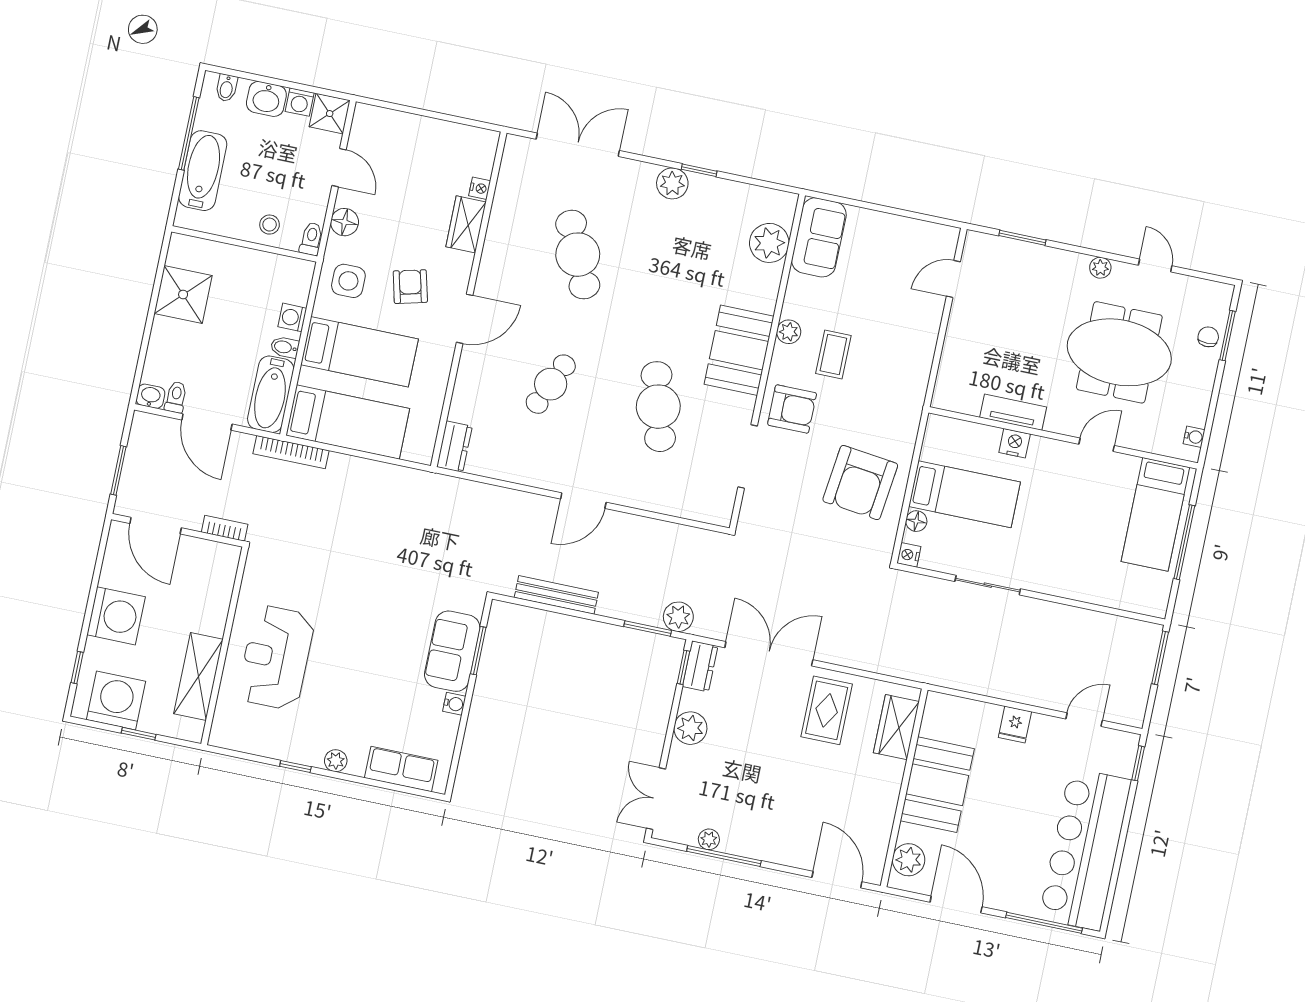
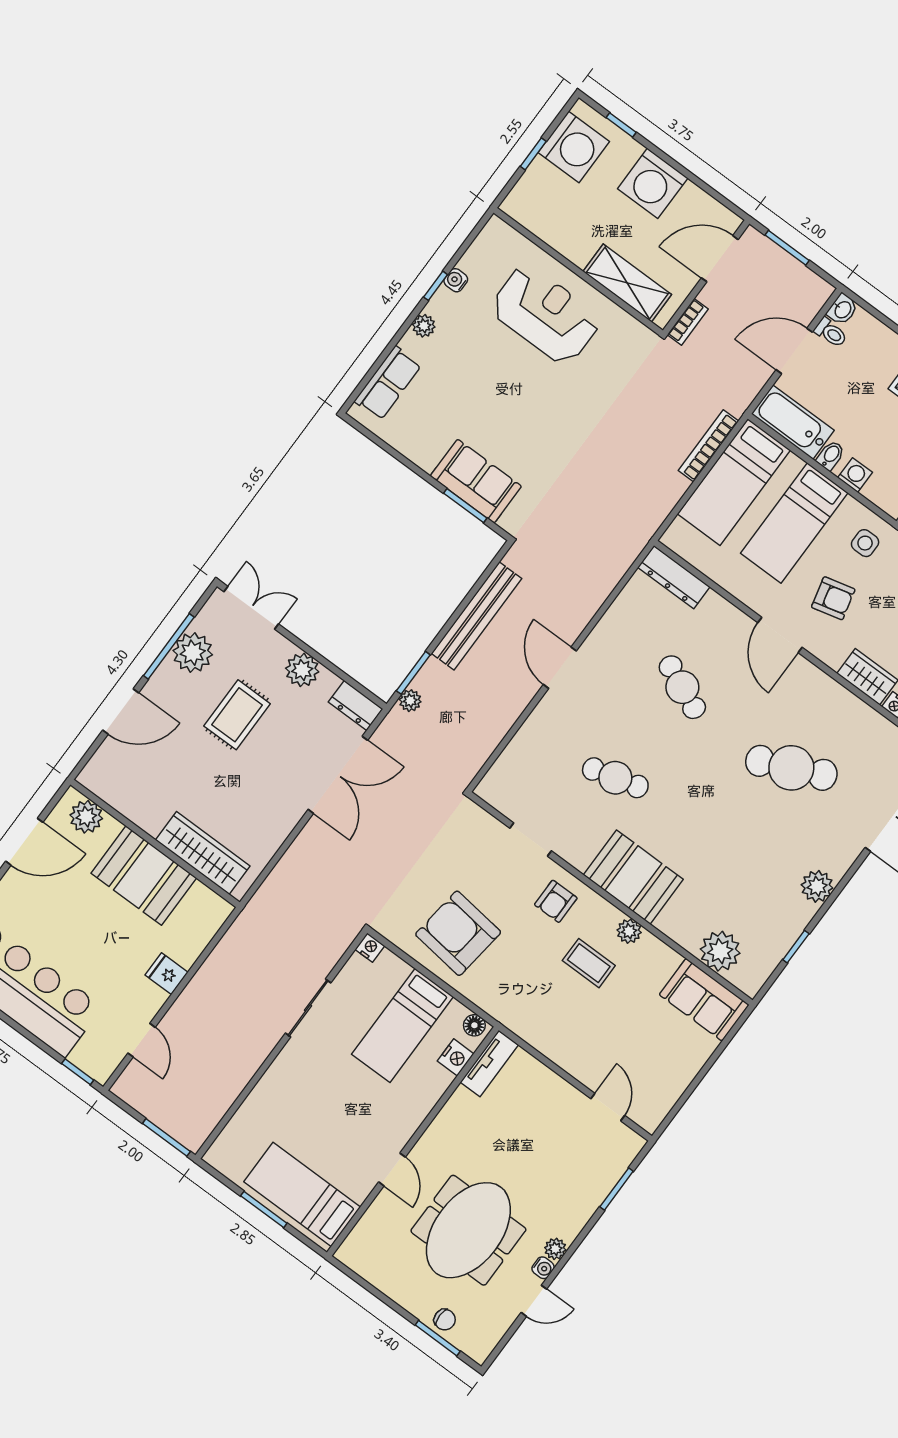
window: (699, 170) -> (796, 947), moved
side table: (348, 281) -> (865, 543), width x0.73, depth x0.73
cafe table: (658, 407) -> (615, 778), width x0.73, depth x0.74
armchair: (792, 409) -> (556, 901), width x0.72, depth x0.72
tv unit: (1013, 412) -> (489, 1064), moved
water cooler: (1194, 437) -> (543, 1268), moved, turned -90
nightstand: (1015, 443) -> (456, 1057), moved
dresser: (454, 447) -> (674, 577), width x1.44
bookcase: (291, 452) -> (708, 446), moved
doorway: (748, 457) -> (531, 839), width x0.73
floor lamp: (916, 521) -> (474, 1025), moved
window: (1184, 542) -> (264, 1209), width x0.69
bench: (556, 595) -> (477, 616), width x1.37, depth x1.21
plant: (678, 617) -> (410, 701), width x0.73, depth x0.73
window: (683, 667) -> (362, 690), removed
shelving: (198, 677) -> (627, 283), moved
water cooler: (454, 704) -> (456, 280), moved, turned 90
rug: (827, 710) -> (237, 715), moved, turned 90
wardrobe: (896, 727) -> (203, 853), width x1.50
plant: (709, 839) -> (193, 653), width x1.88, depth x1.88
door: (837, 880) -> (121, 712), moved

